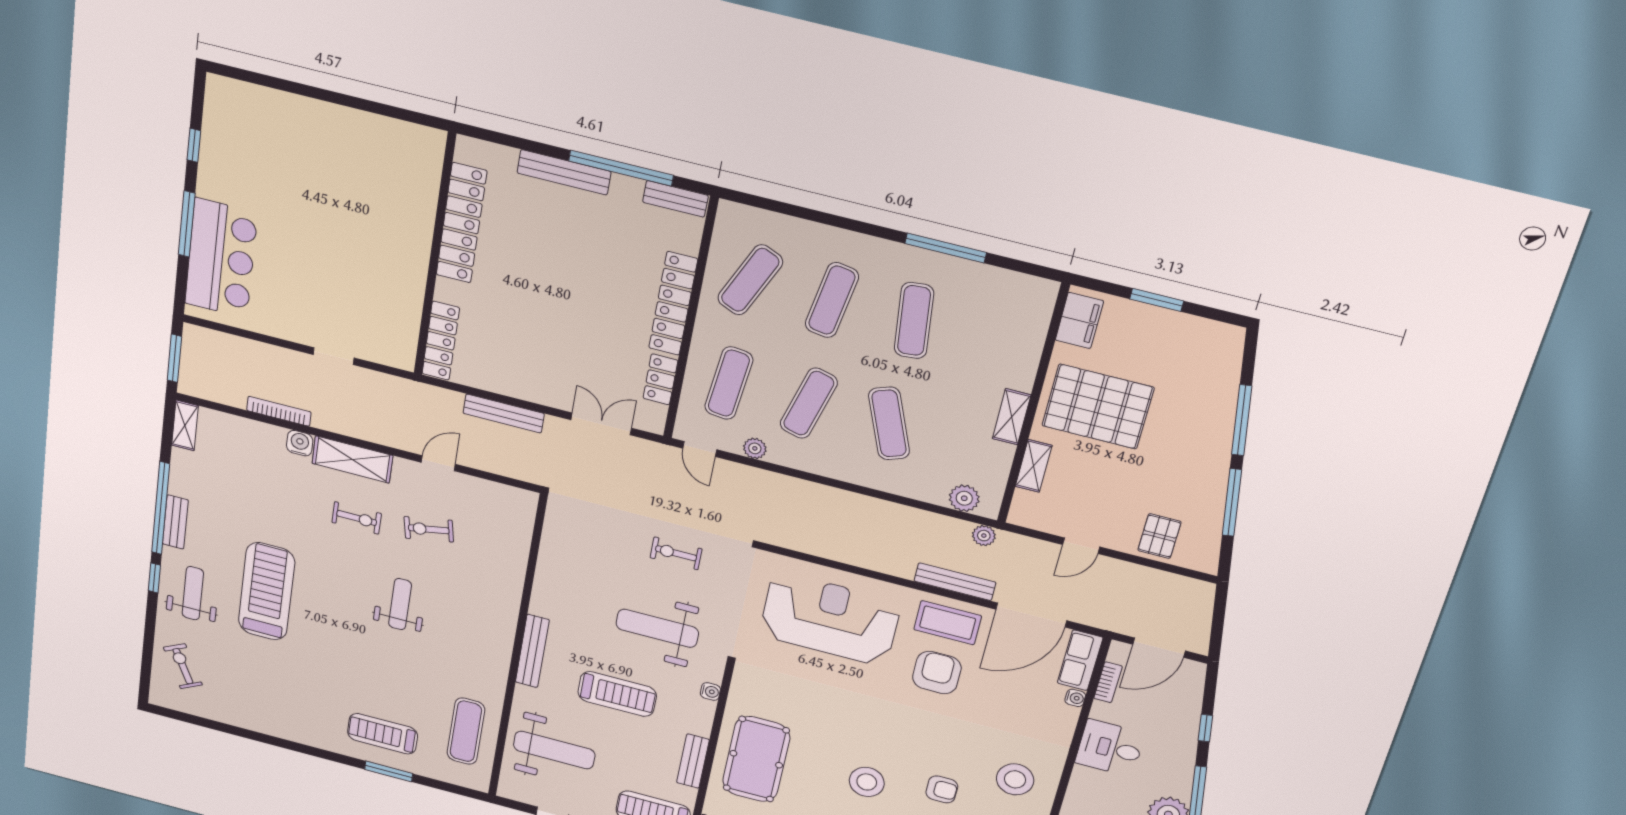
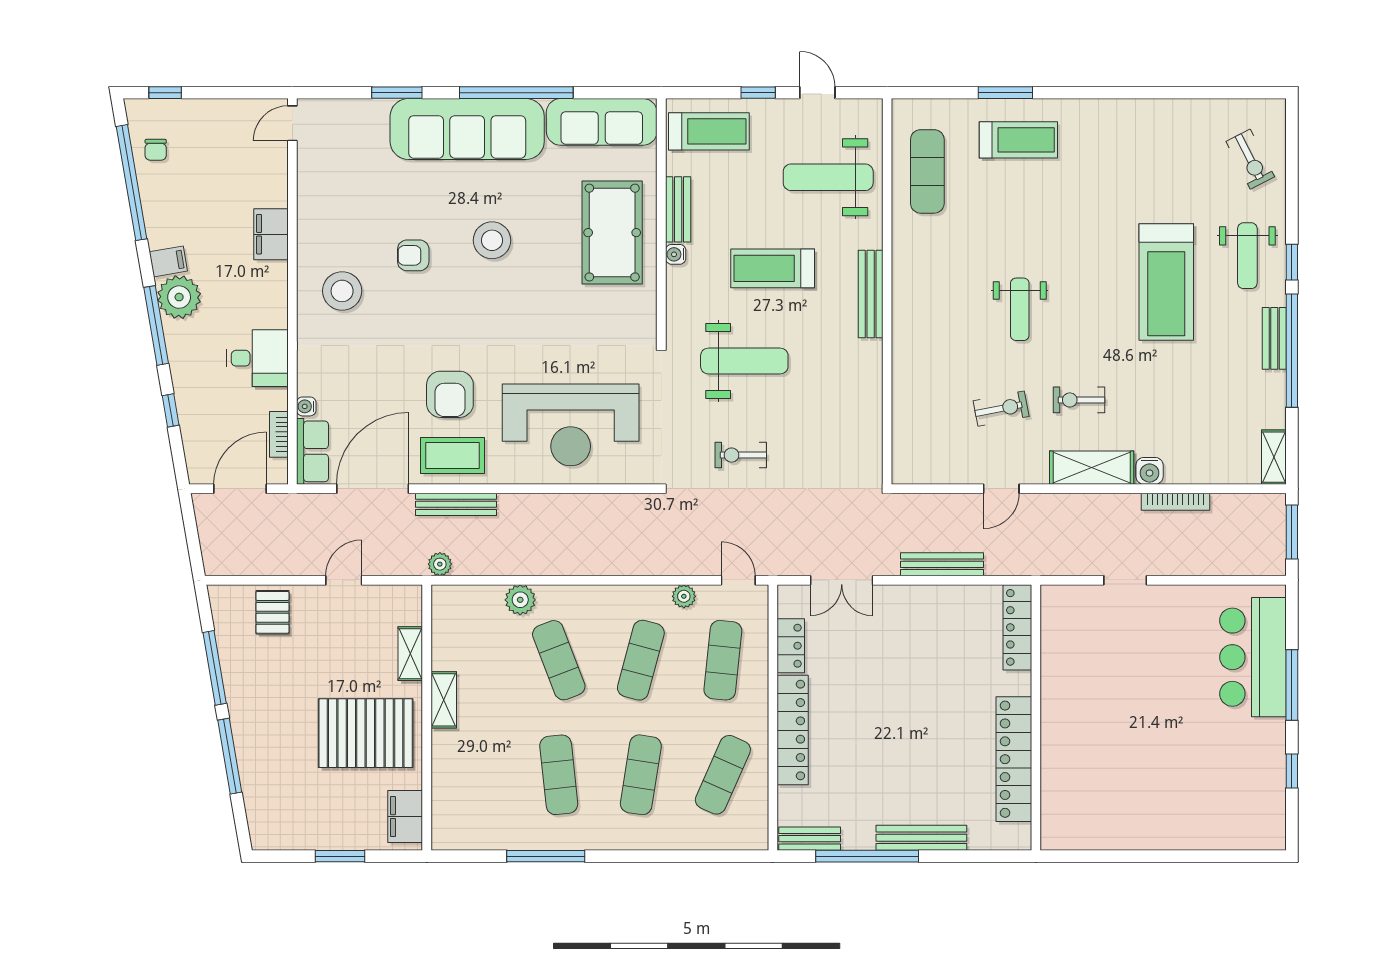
plant: (964, 498) -> (520, 600), moved
exercise bike: (676, 553) -> (741, 455), turned 180
water cooler: (710, 691) -> (676, 254), moved

